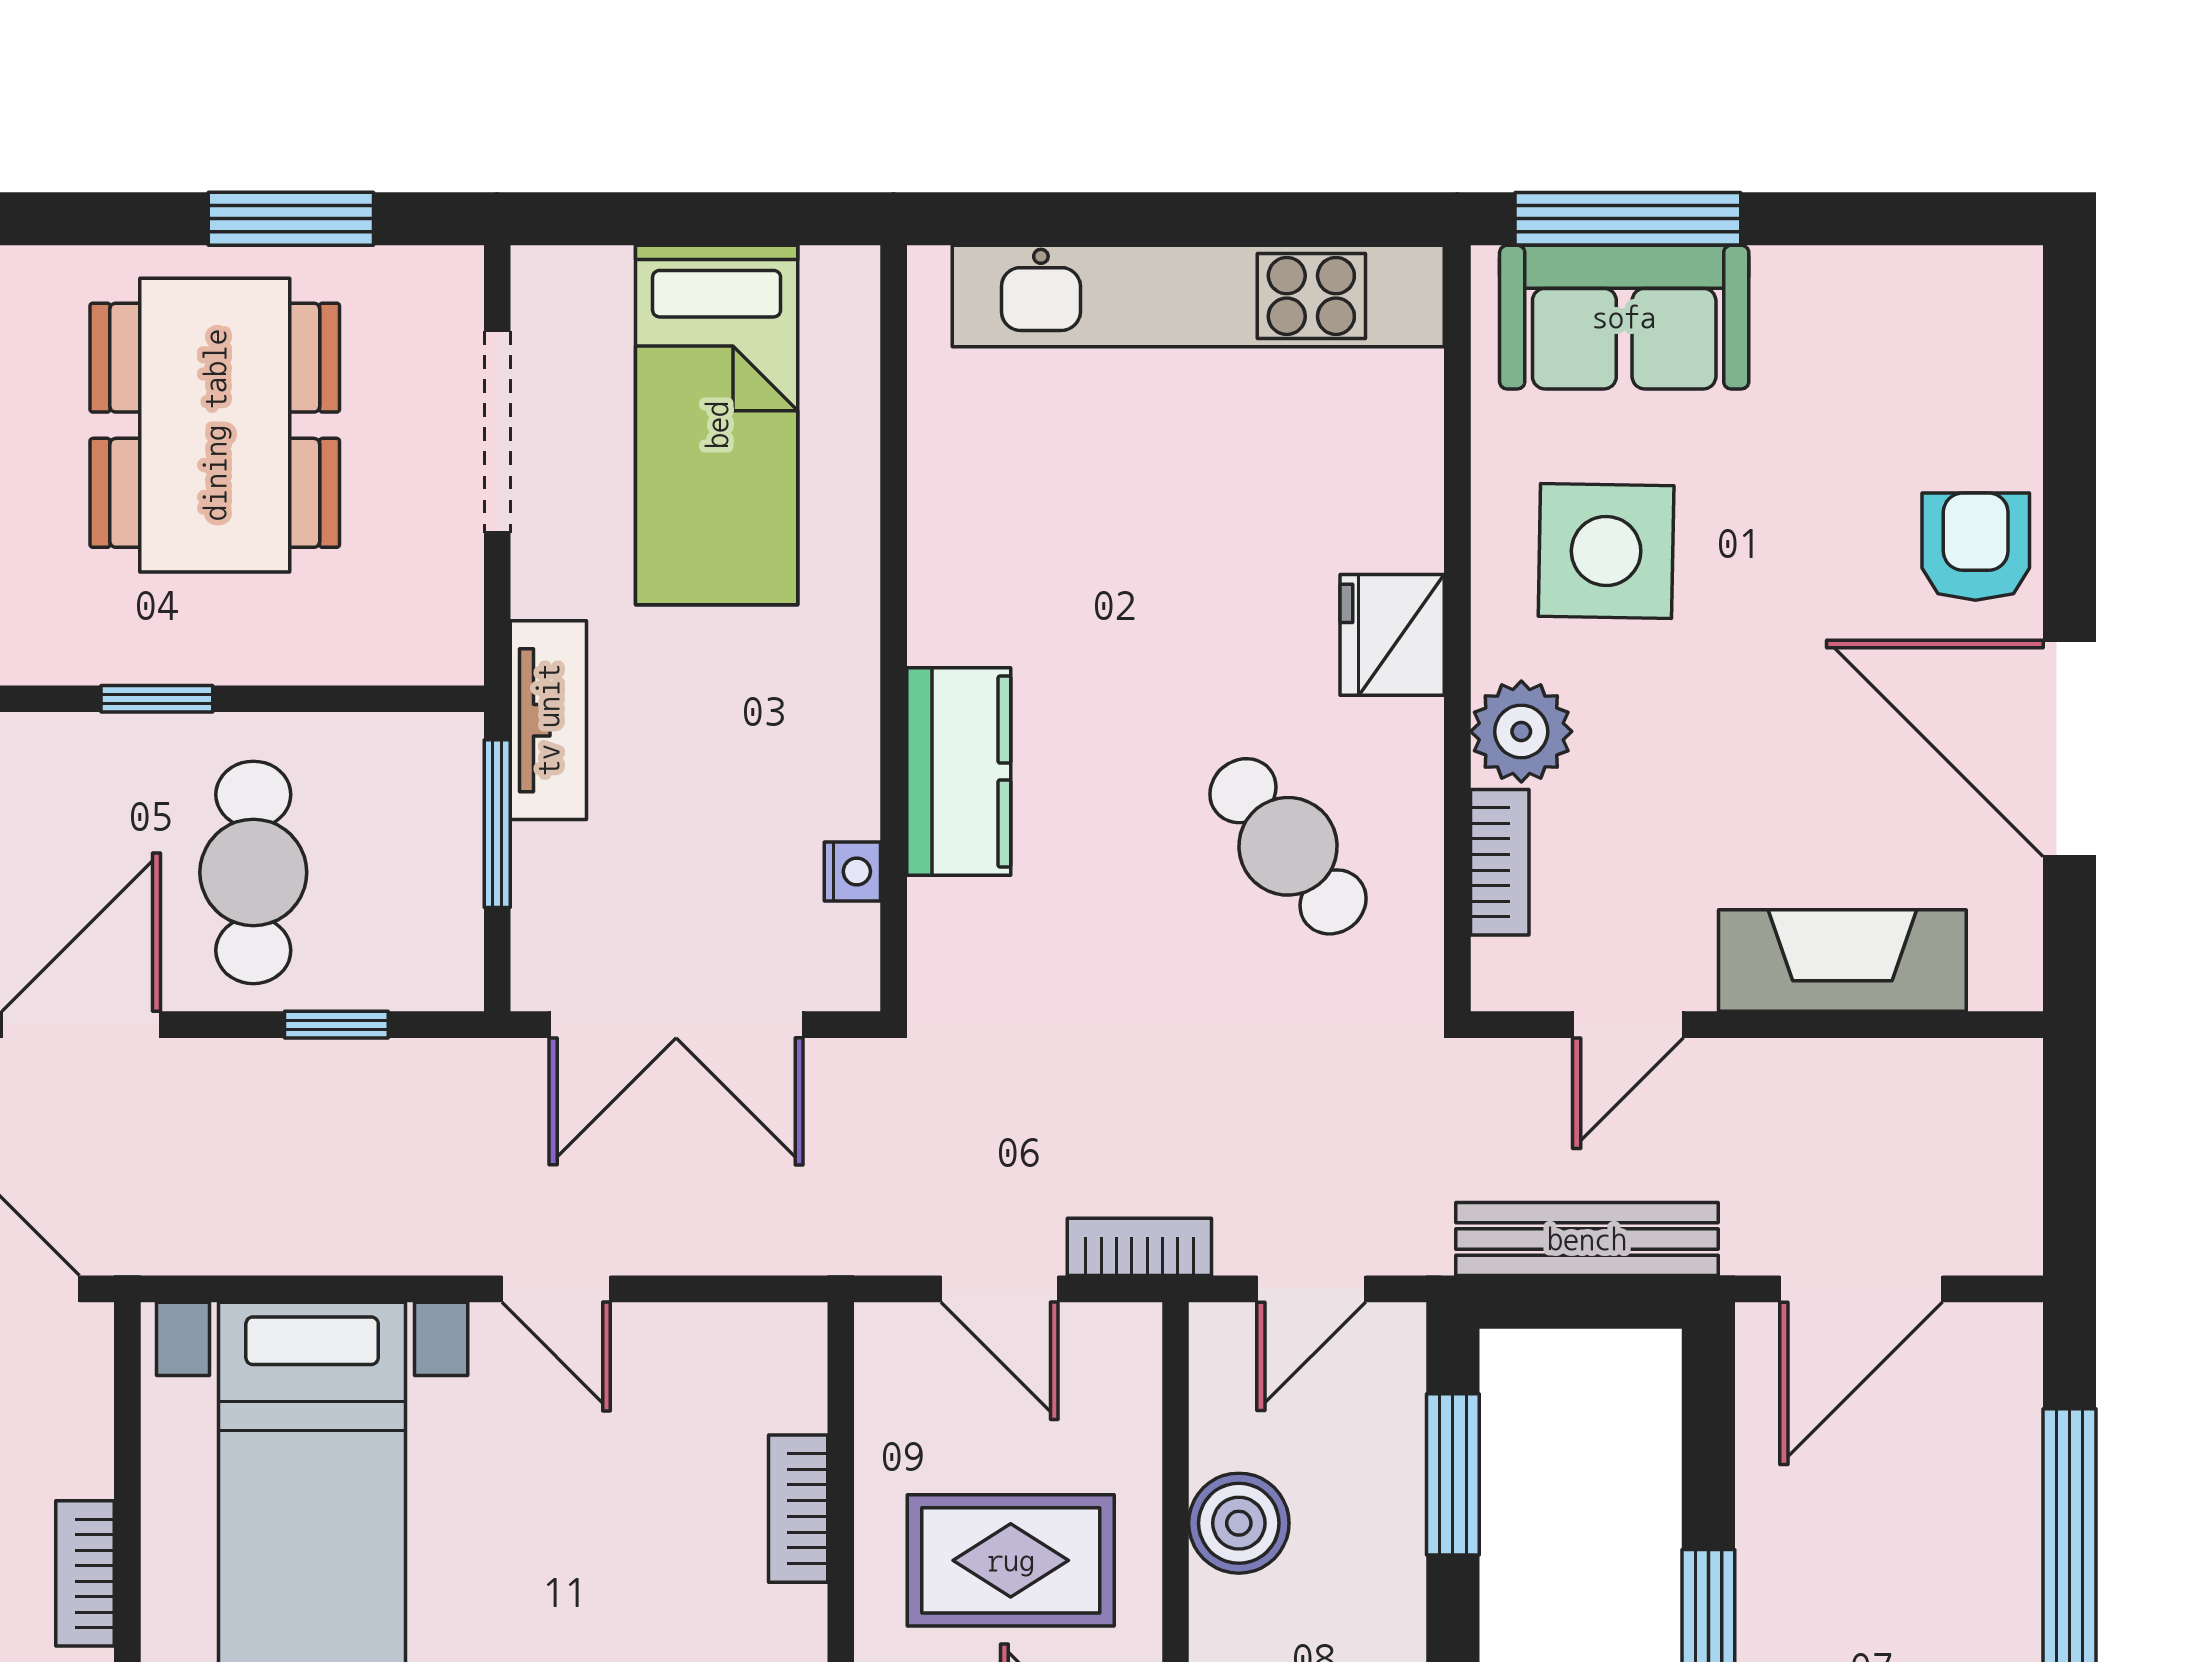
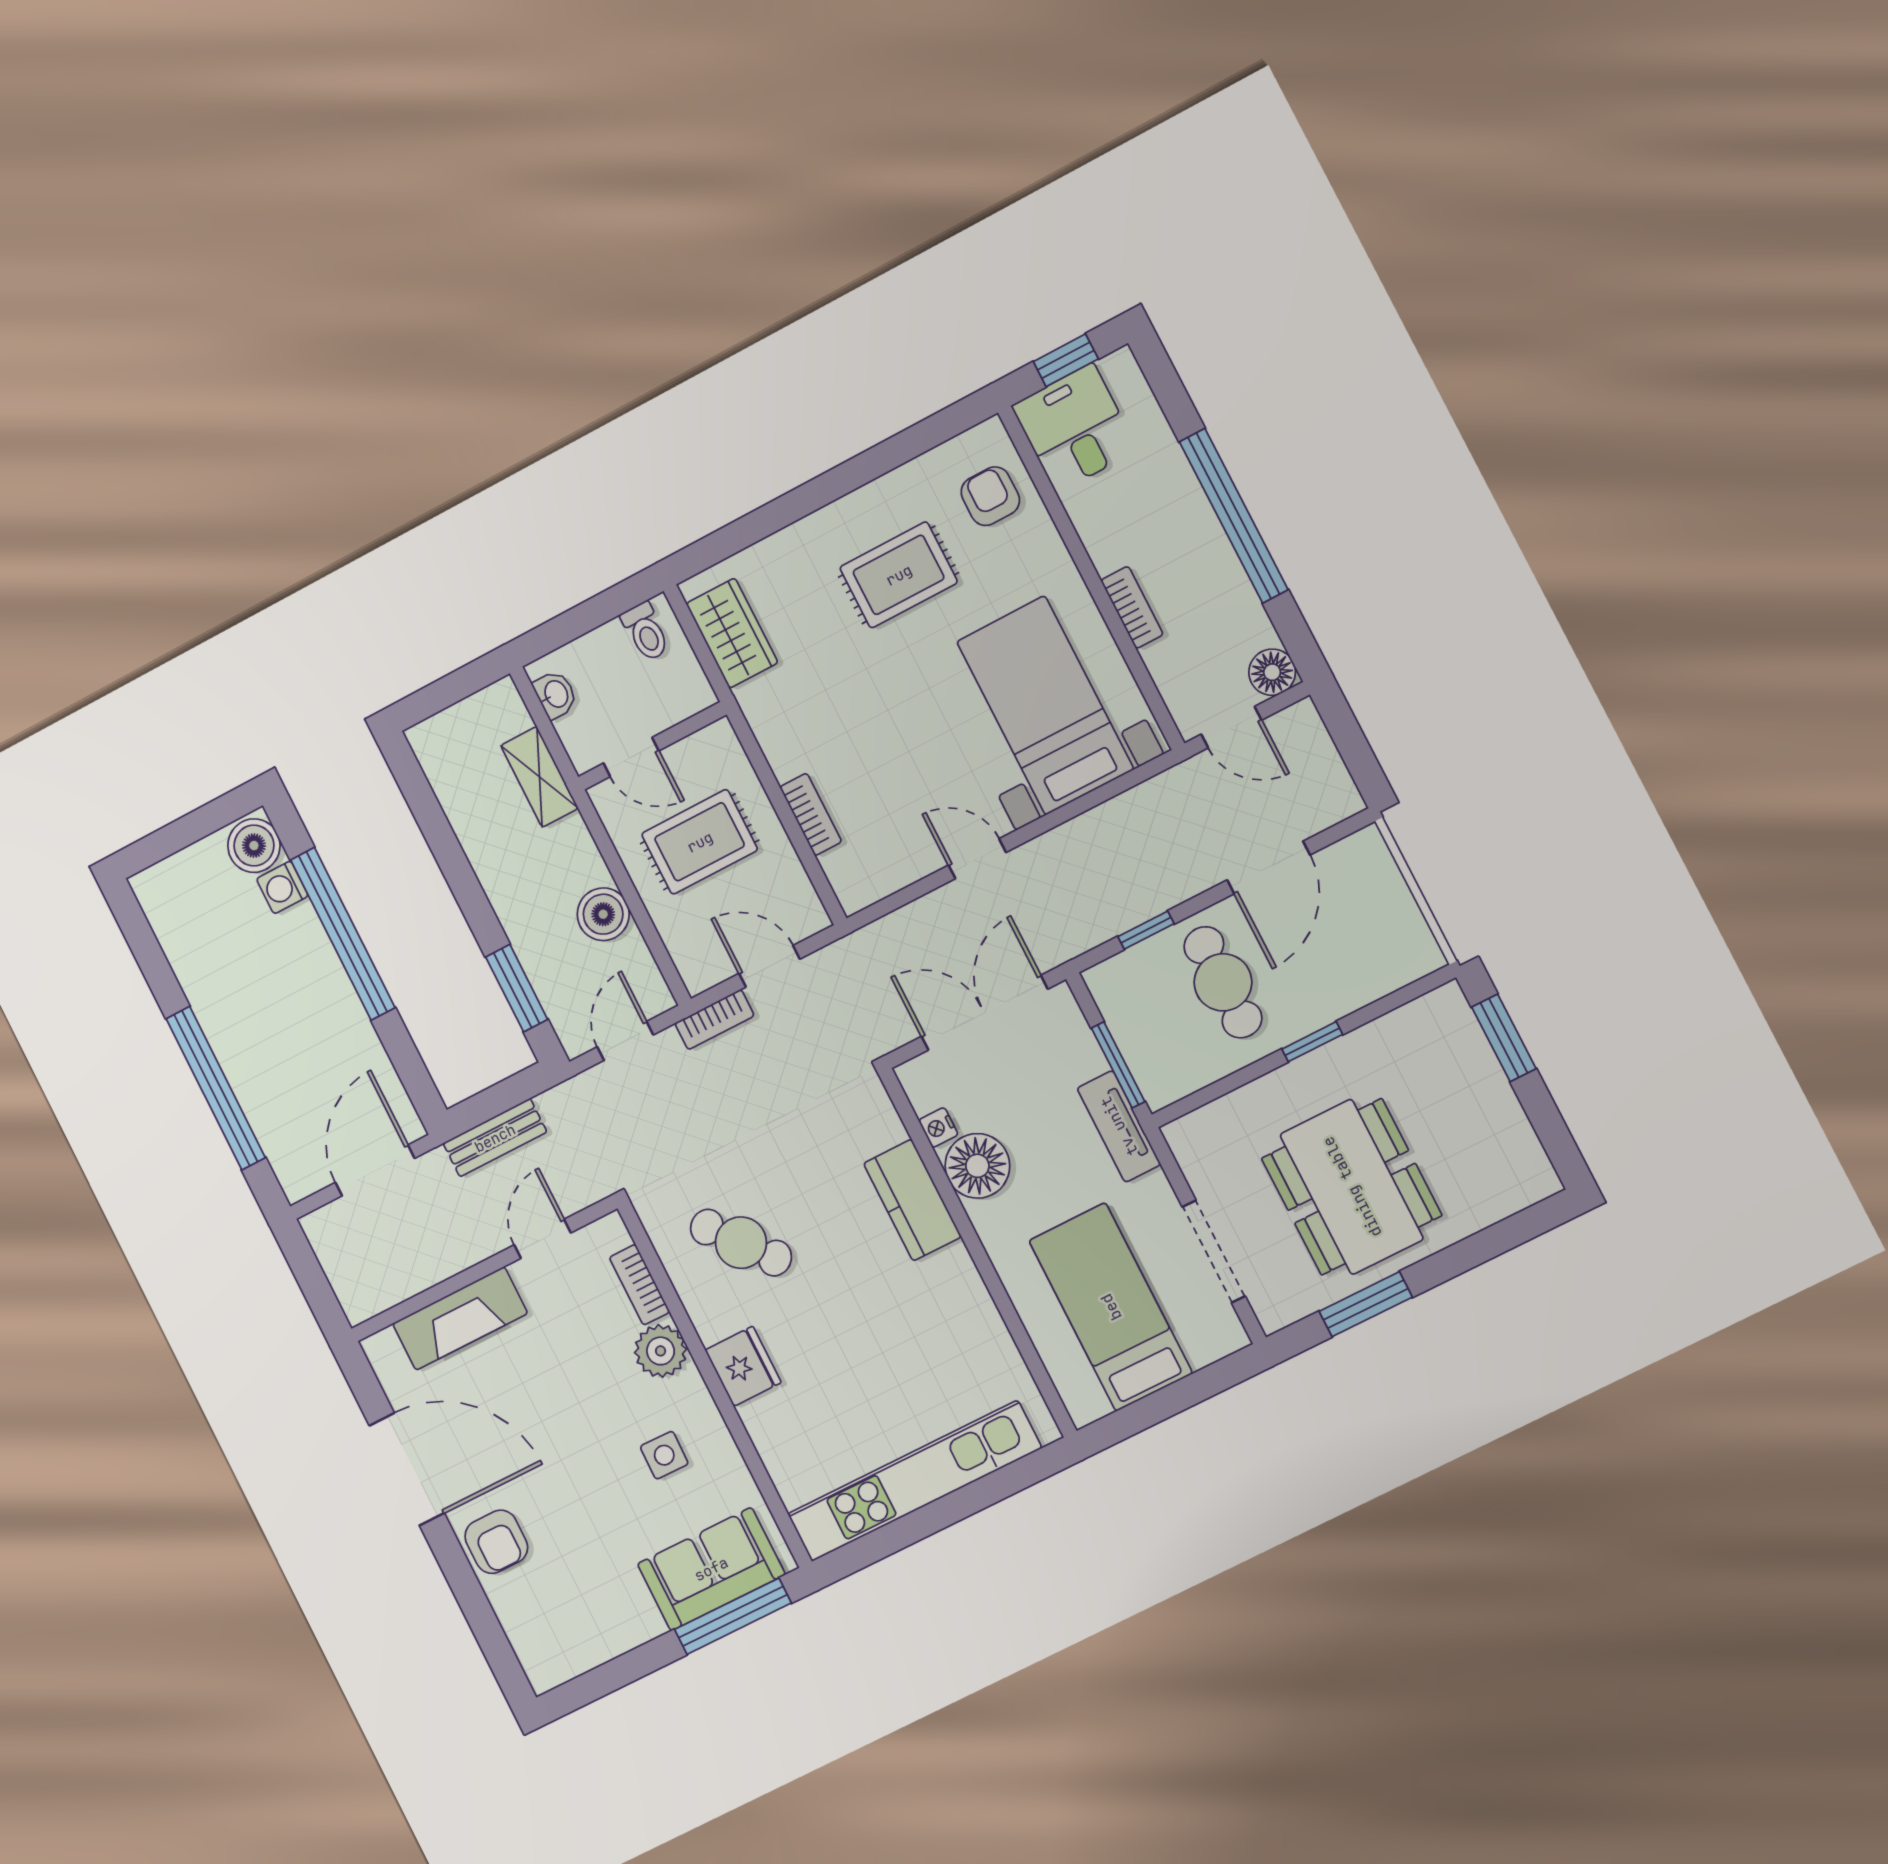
side table: (1606, 551) -> (664, 1455), width x0.54, depth x0.54
floor lamp: (819, 774) -> (977, 1166), added
bench: (1587, 1239) -> (495, 1138), width x0.73

